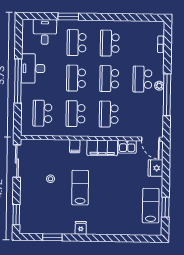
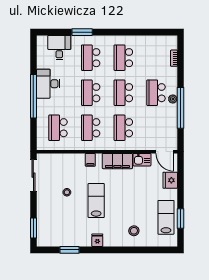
stool: (118, 219) -> (134, 231), added

